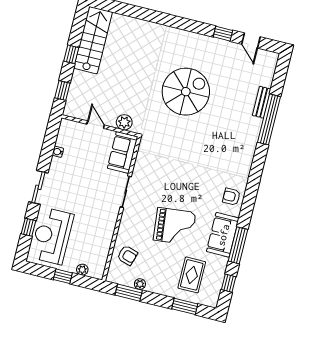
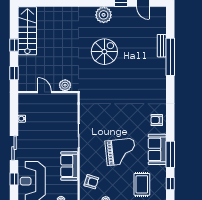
plant: (196, 44) -> (104, 15), added
spiral stairs: (186, 92) -> (104, 52), width x0.73, depth x0.73
sofa: (123, 152) -> (69, 166), moved

